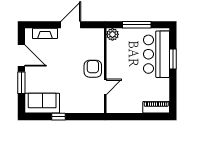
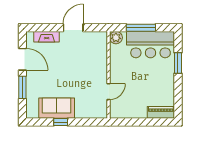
bar counter: (156, 54) -> (151, 45), moved, turned -90
armchair: (93, 69) -> (96, 73), removed
sofa: (42, 103) -> (57, 108), moved

